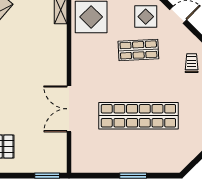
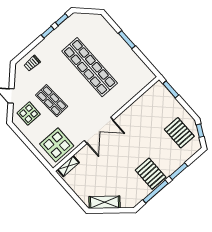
double door: (69, 109) -> (99, 130), moved

